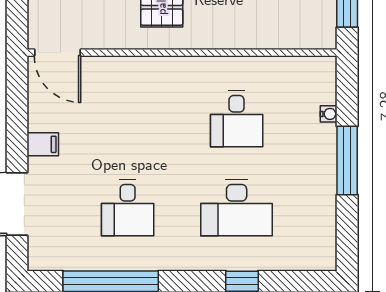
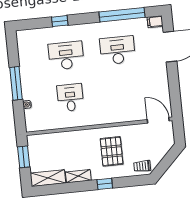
filing cabinet: (43, 144) -> (155, 22), moved
desk: (128, 208) -> (117, 50), width x1.37

